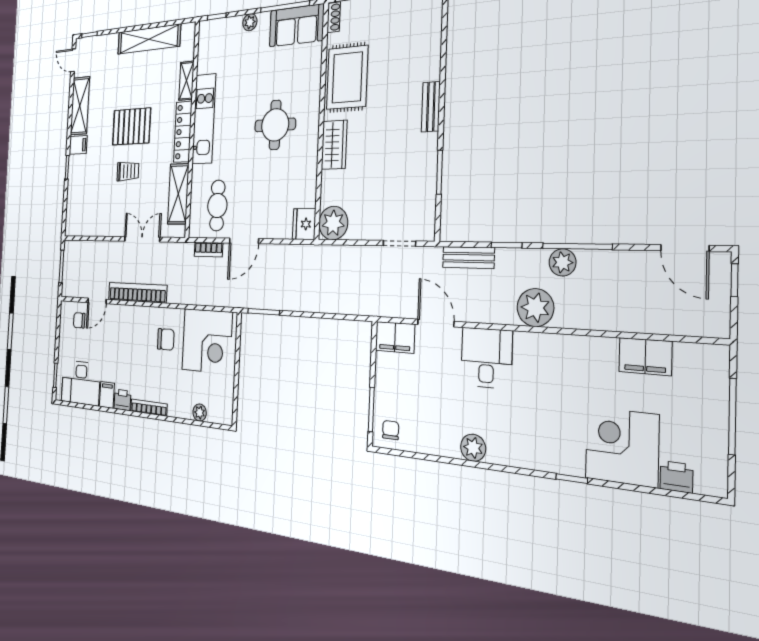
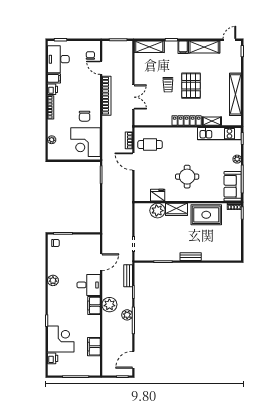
kitchen unit: (204, 119) -> (219, 134), moved
shelving: (178, 194) -> (149, 47), moved
plant: (333, 223) -> (157, 211), moved
fridge: (304, 224) -> (158, 195), moved
filing cabinet: (395, 337) -> (94, 306), moved

